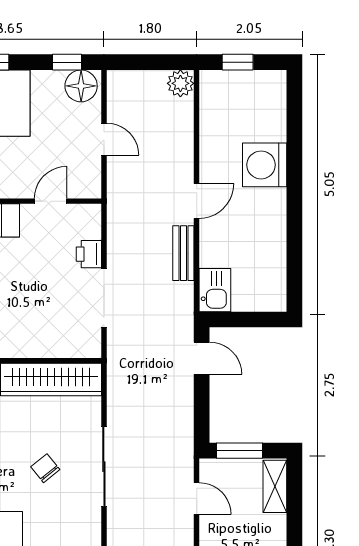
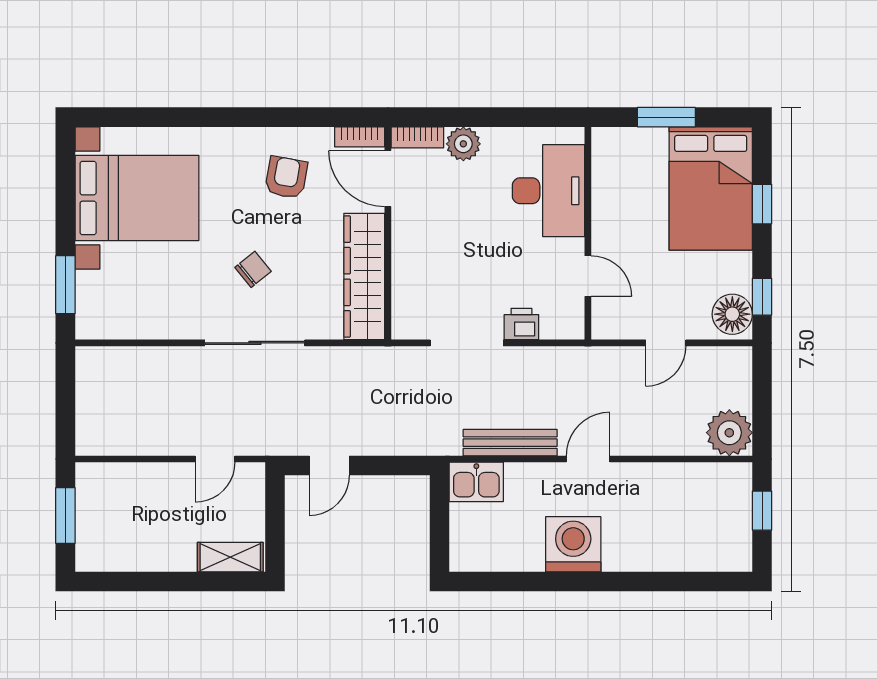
plant: (180, 83) -> (729, 433), width x1.36, depth x1.36
washing machine: (265, 165) -> (573, 544), moved
door: (197, 201) -> (588, 459), swing flipped
bench: (183, 253) -> (510, 443), width x1.36
door: (202, 358) -> (329, 465), moved
window: (240, 451) -> (275, 513), removed

